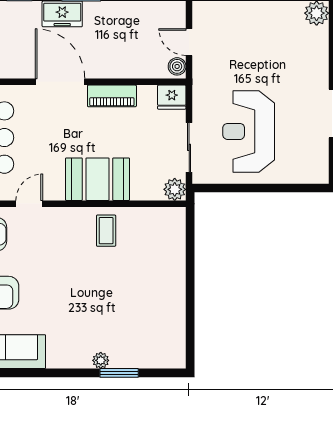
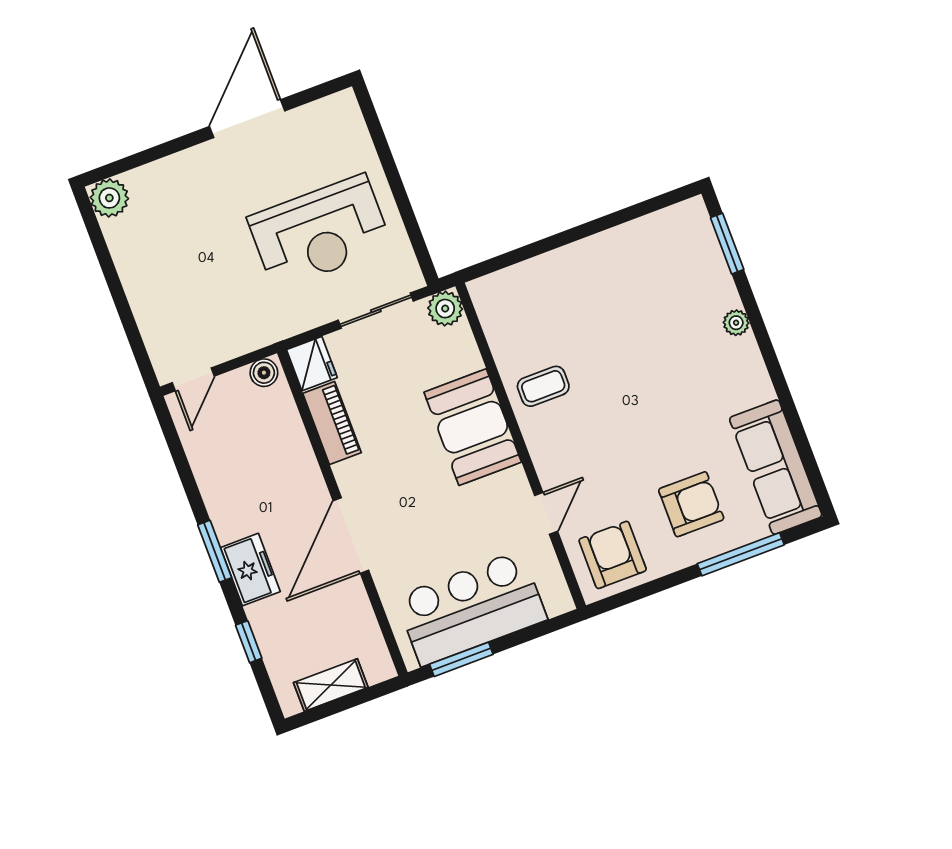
door: (189, 42) -> (193, 379), moved
piano: (112, 96) -> (332, 423), moved
door: (29, 204) -> (546, 513), swing flipped
window: (119, 373) -> (727, 244), moved

